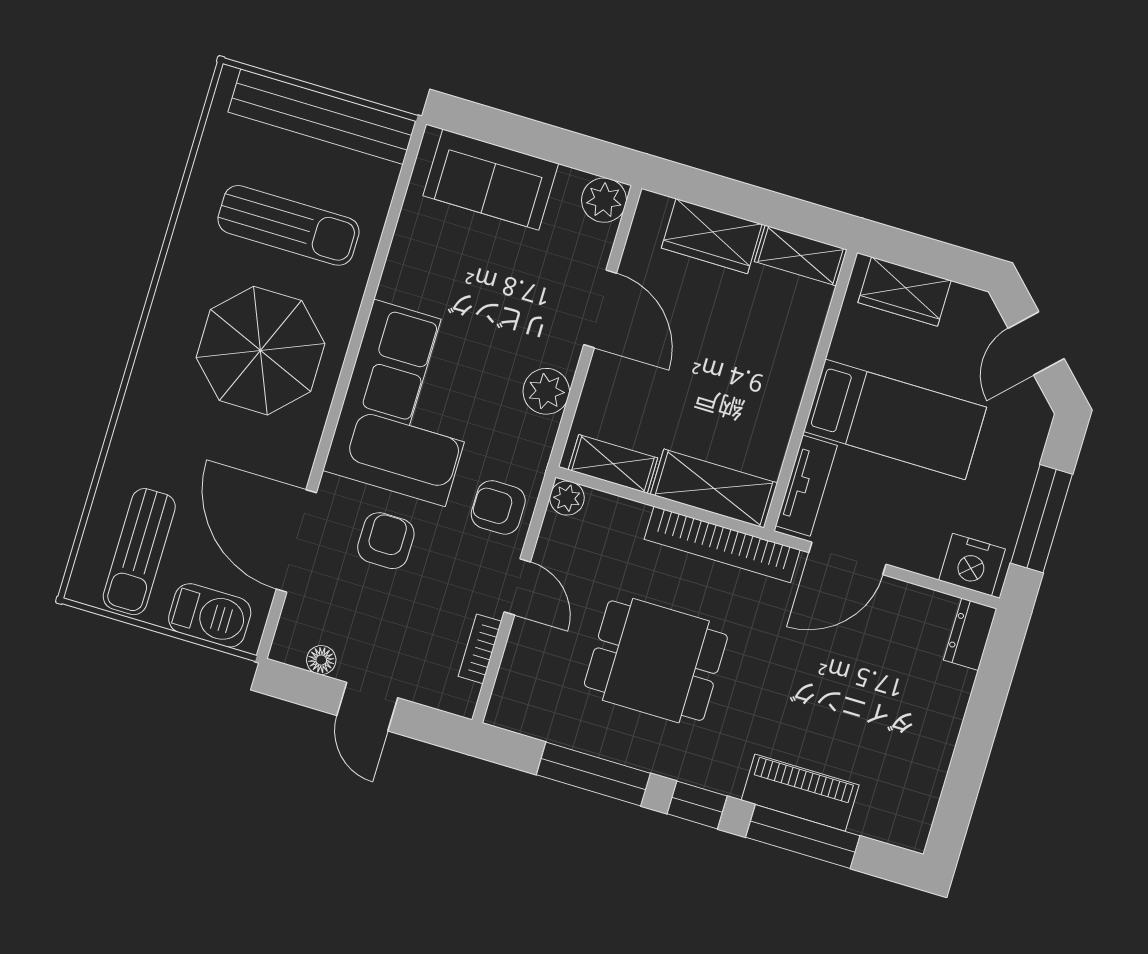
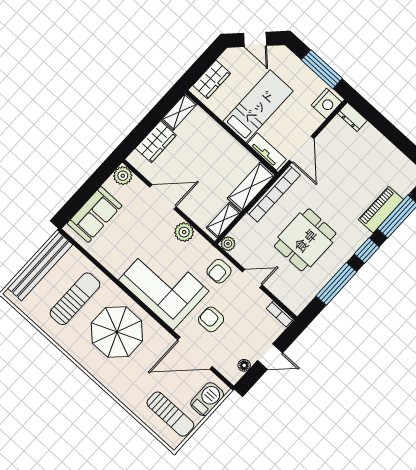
bookcase: (480, 649) -> (280, 314), moved

